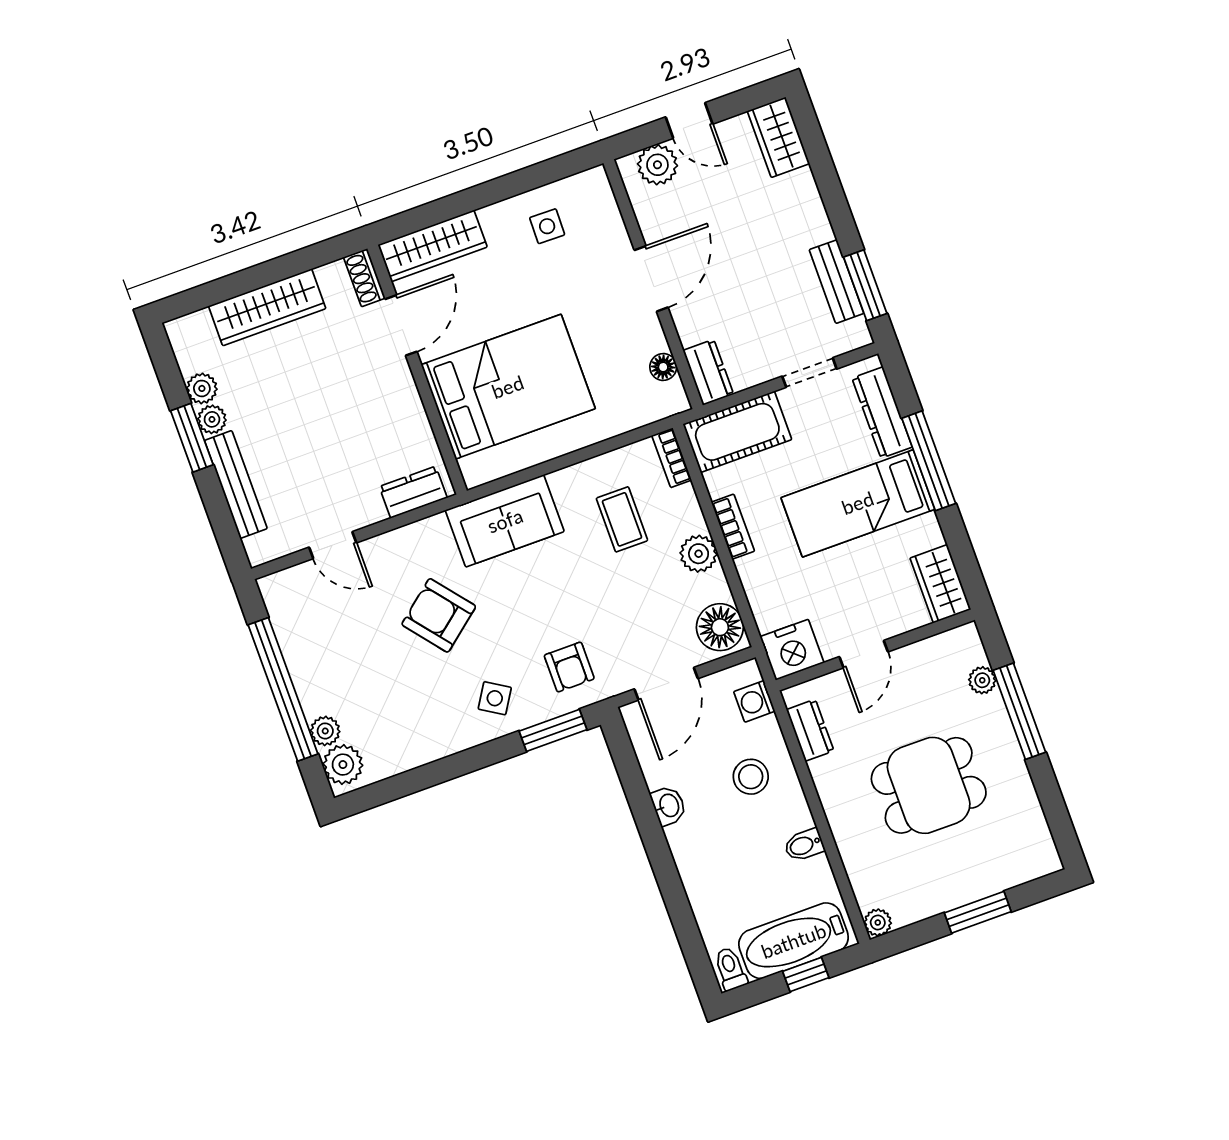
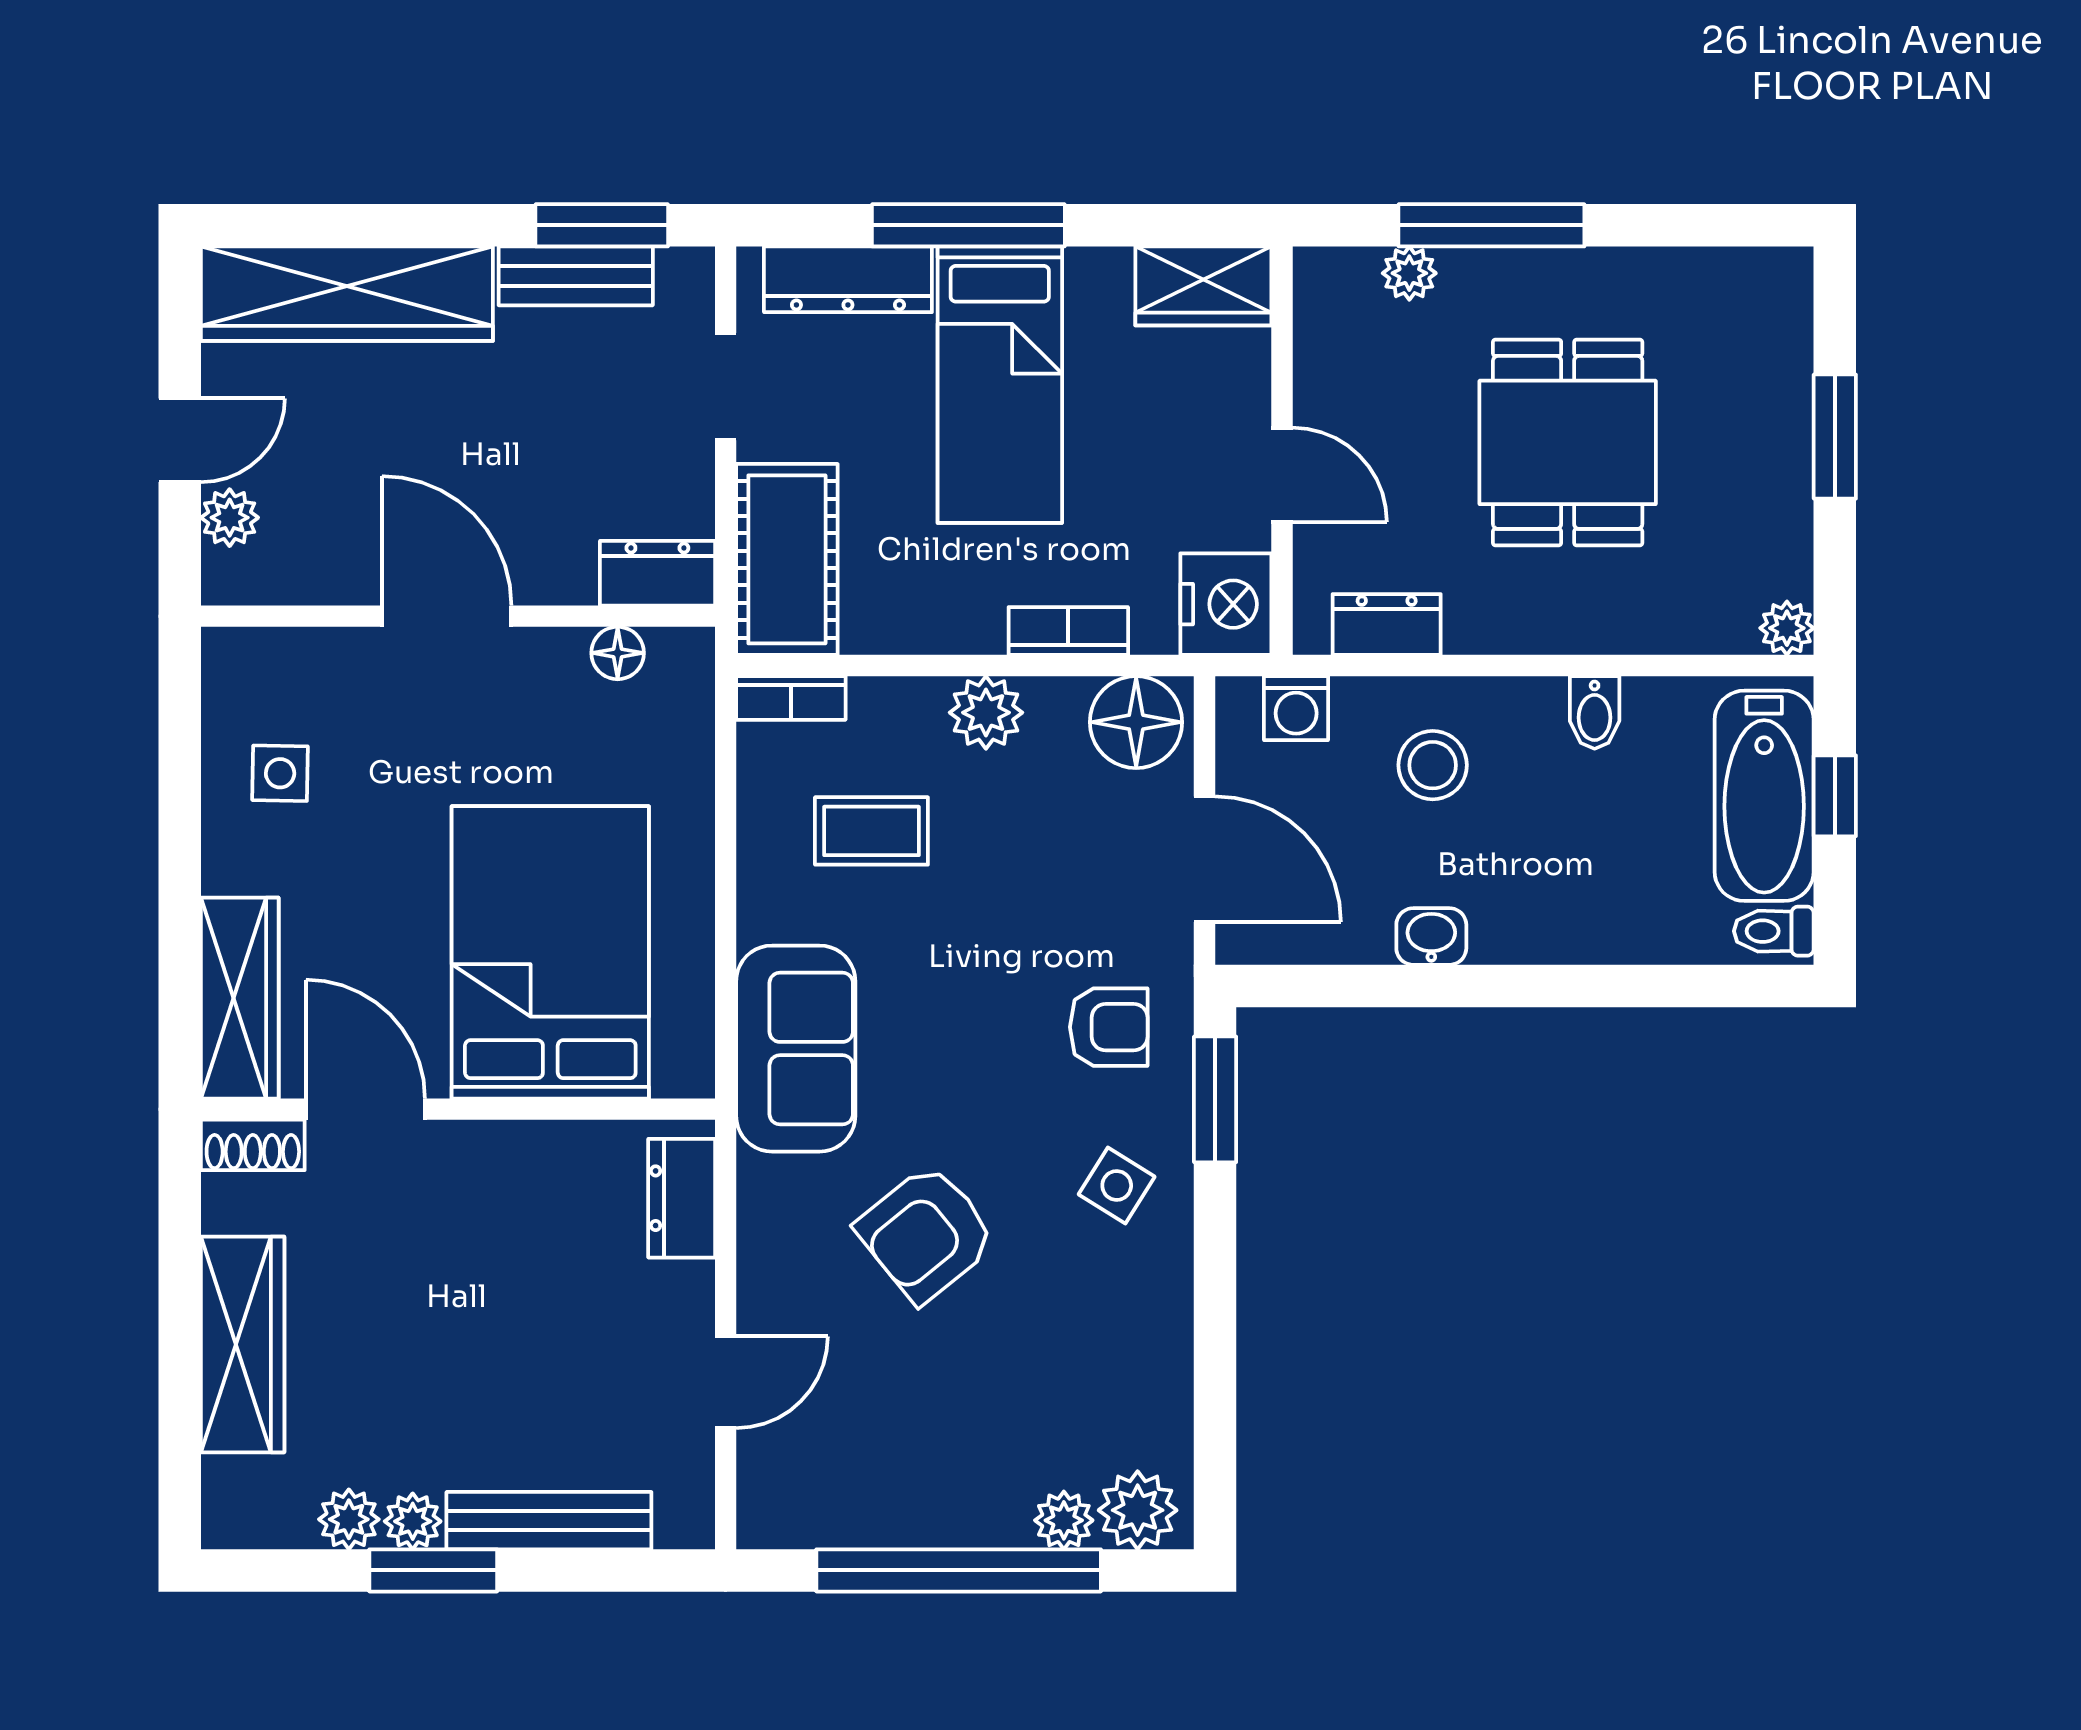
wardrobe: (778, 137) -> (347, 294), width x2.10, depth x1.17
plant: (657, 165) -> (230, 518), width x0.73, depth x0.73
bookcase: (733, 527) -> (1068, 631), moved

